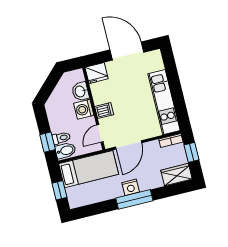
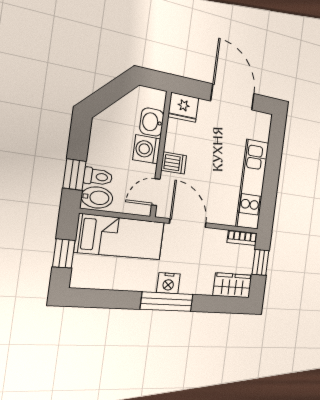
door: (129, 145) -> (188, 223), swing flipped

